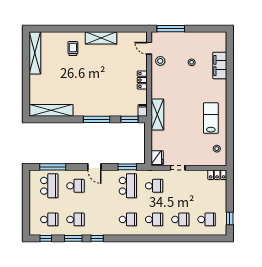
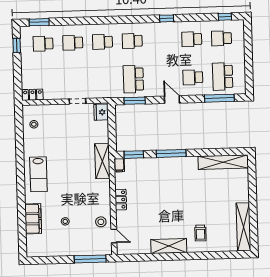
lab bench: (211, 118) -> (38, 174), moved
school desk: (154, 186) -> (104, 80), removed
window: (73, 238) -> (39, 22), moved

